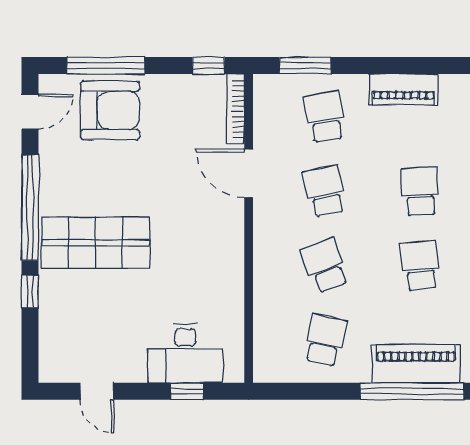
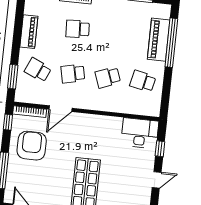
armchair: (110, 110) -> (32, 146), moved
school desk: (325, 117) -> (38, 70), turned 33
school desk: (420, 266) -> (113, 33), removed
desk: (185, 353) -> (140, 133), moved, turned -90
door: (97, 391) -> (157, 180), moved

